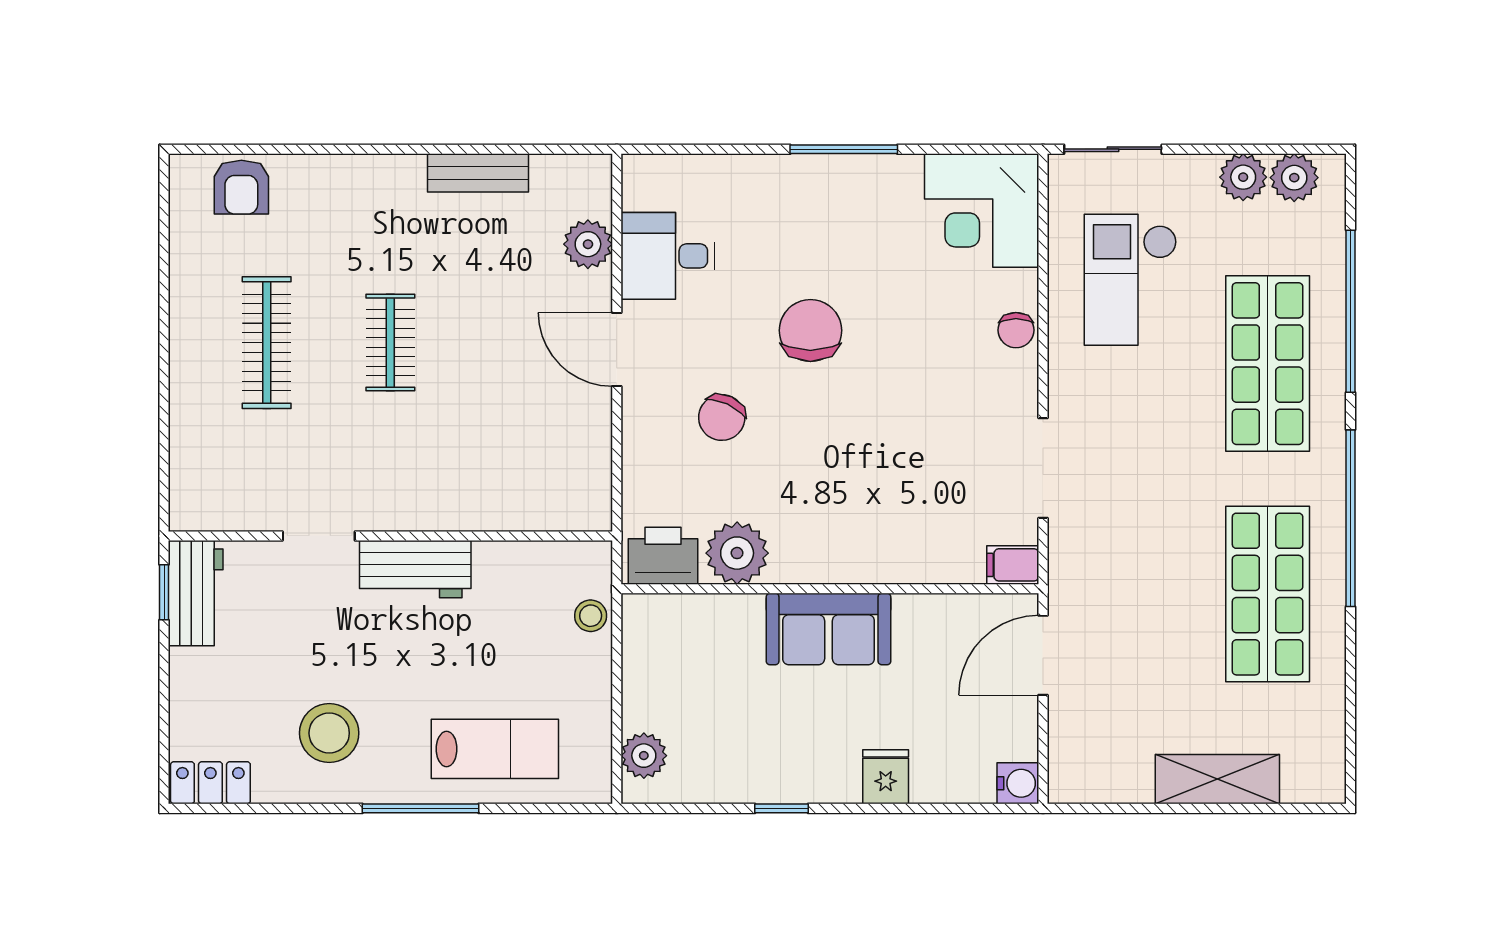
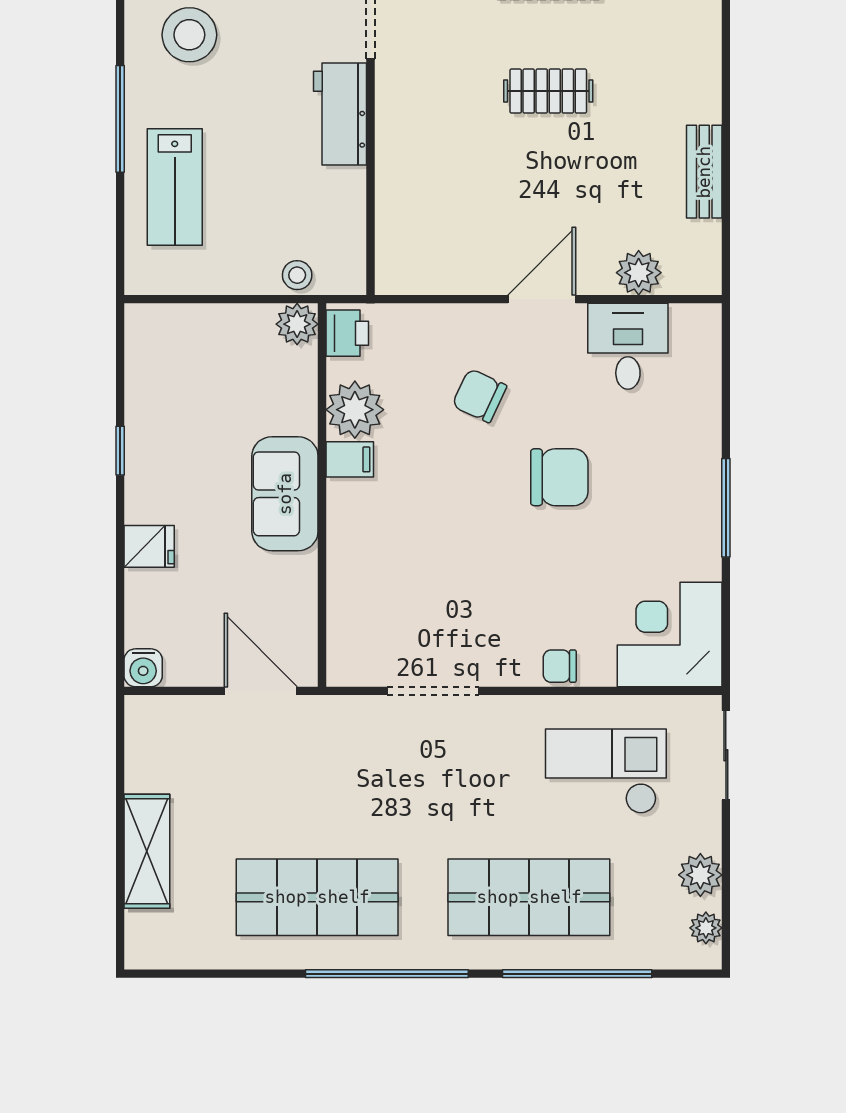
plant: (1294, 178) -> (706, 928), width x0.73, depth x0.73
printer: (663, 556) -> (347, 333), width x0.73, depth x0.81
filing cabinet: (1013, 565) -> (350, 459), moved, turned 90
plant: (644, 756) -> (297, 324), moved

